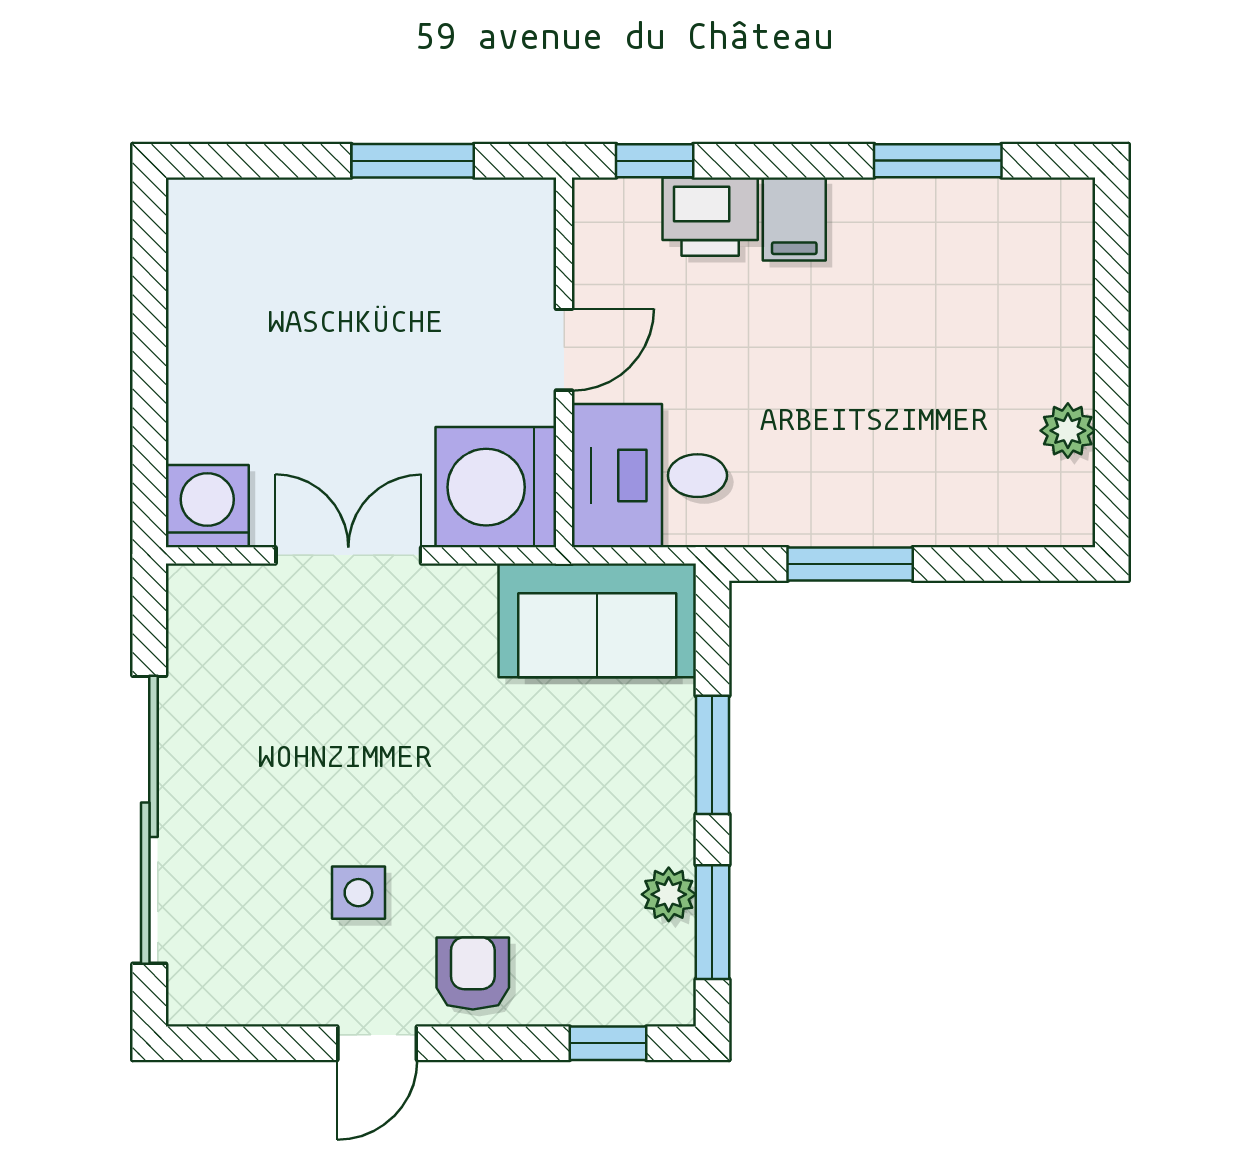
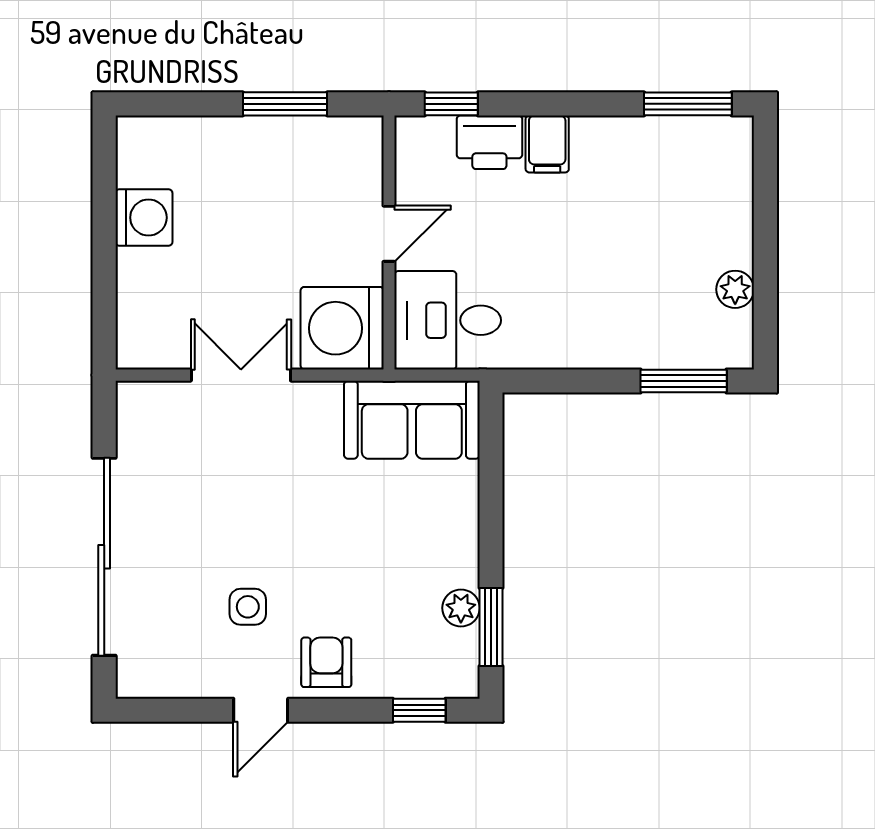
window: (938, 161) -> (688, 104), moved
washing machine: (207, 506) -> (144, 218), moved, turned 90
window: (850, 564) -> (684, 381), moved
window: (712, 755) -> (491, 512), removed

